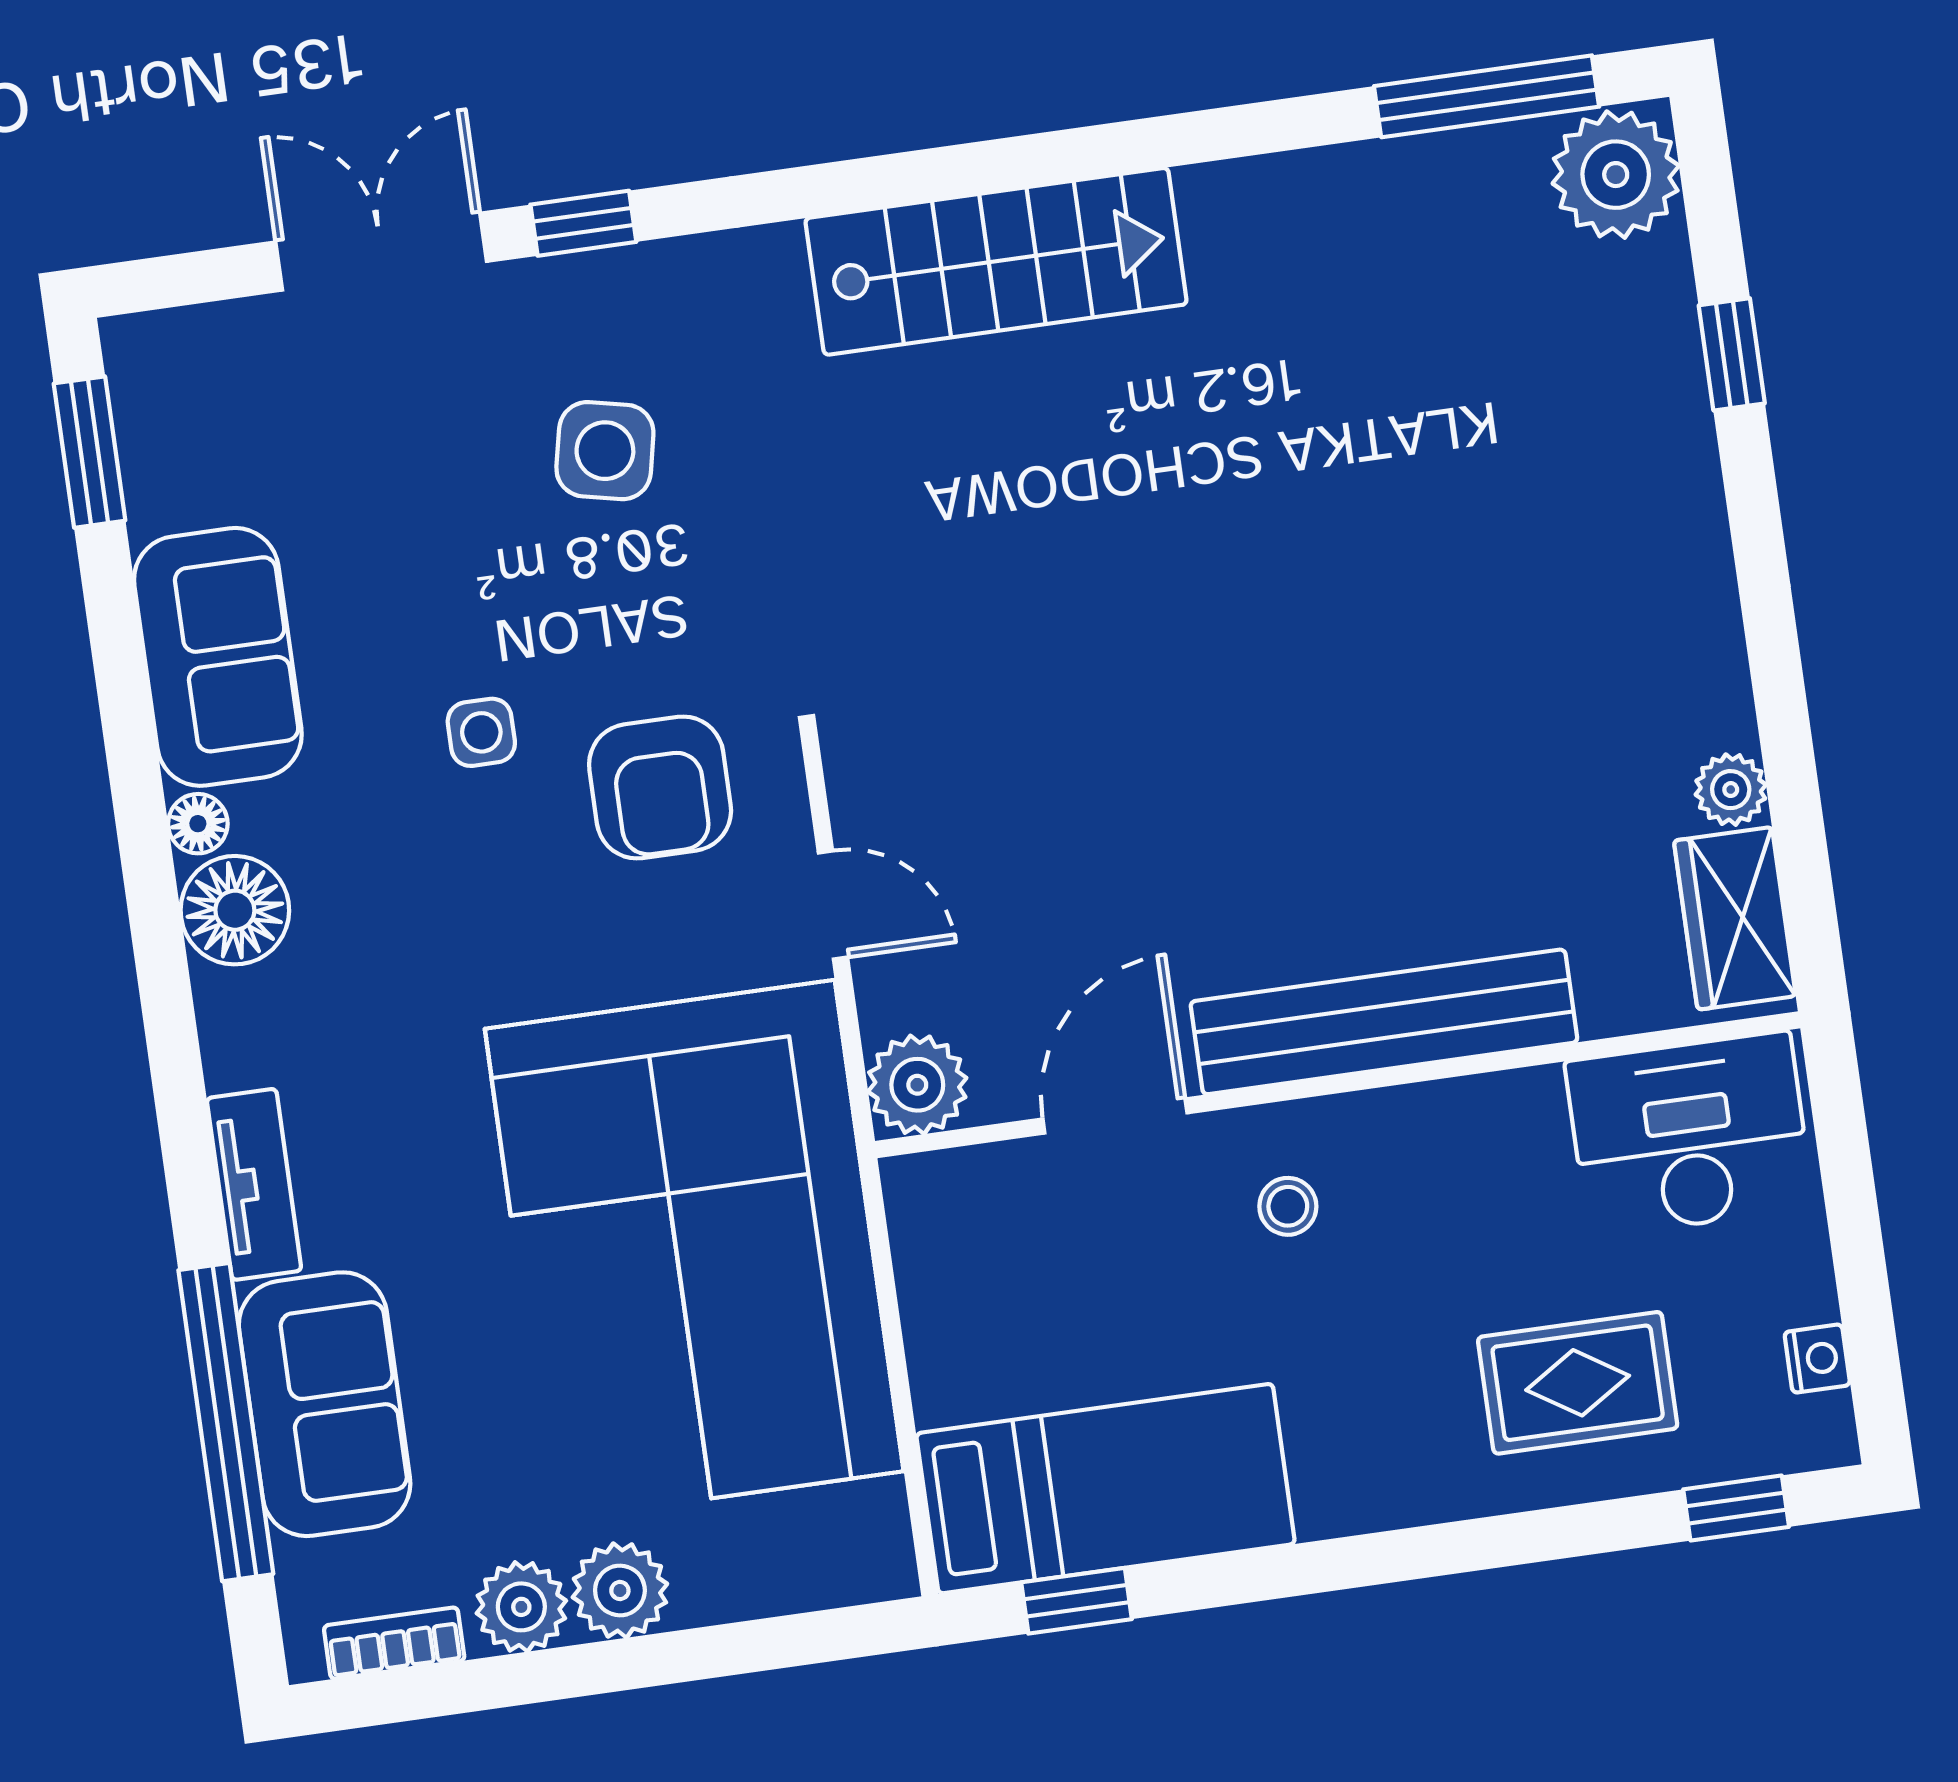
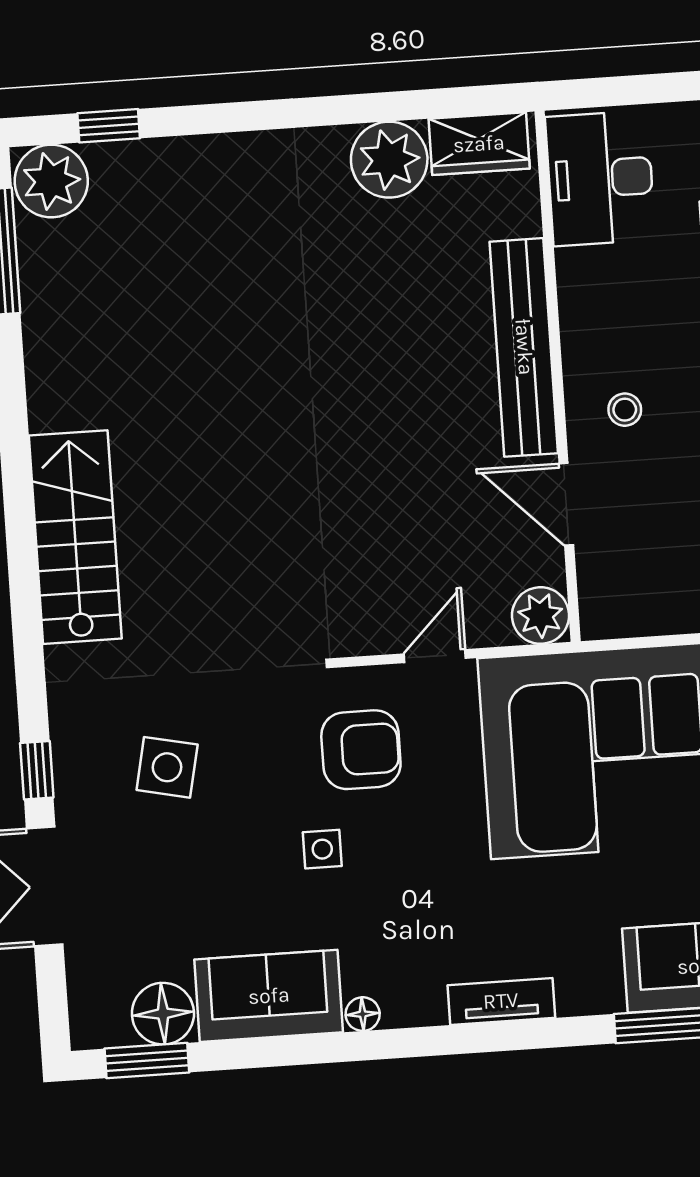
window: (1732, 354) -> (109, 126), moved
plant: (1731, 790) -> (389, 160), width x1.88, depth x1.88
floor lamp: (235, 910) -> (163, 1014), moved
tv unit: (254, 1184) -> (501, 1001), moved

